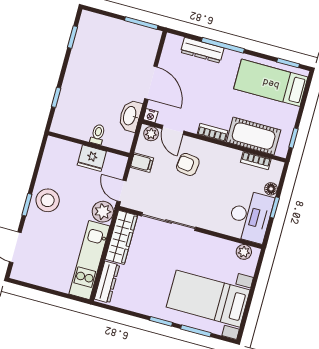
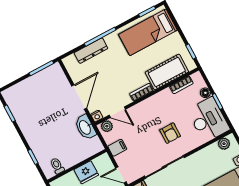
door: (151, 83) -> (79, 97), hinge flipped
toilet: (98, 134) -> (57, 166), moved
armchair: (188, 164) -> (170, 133), moved, turned -97

